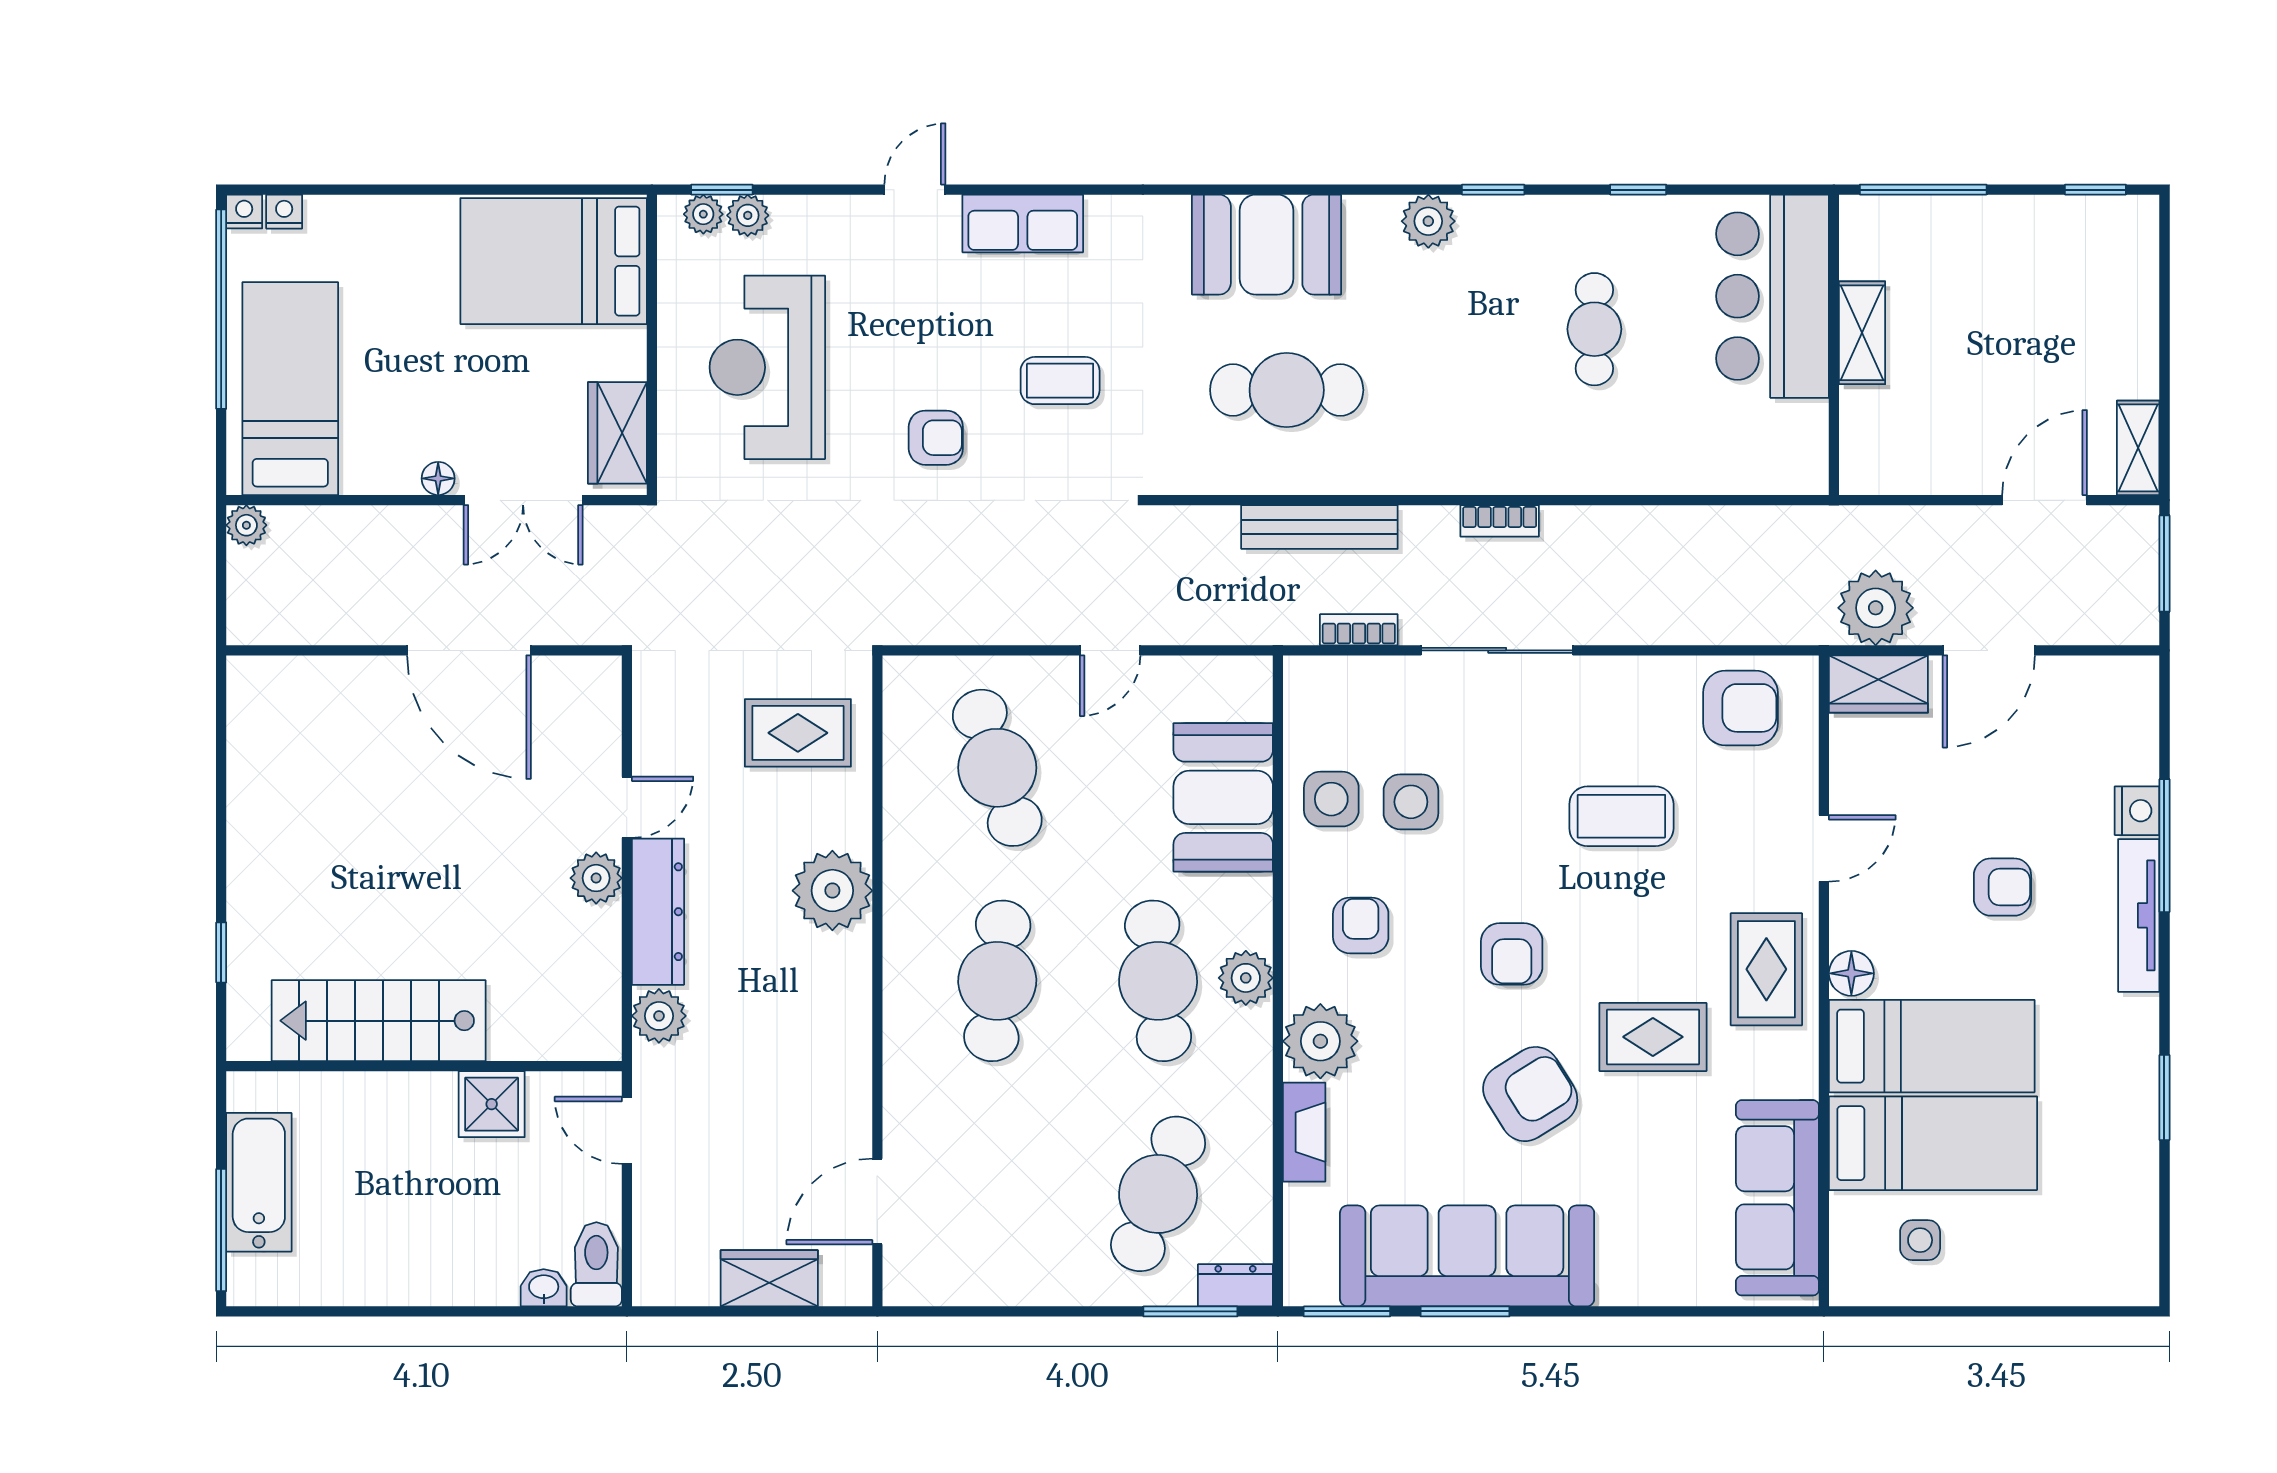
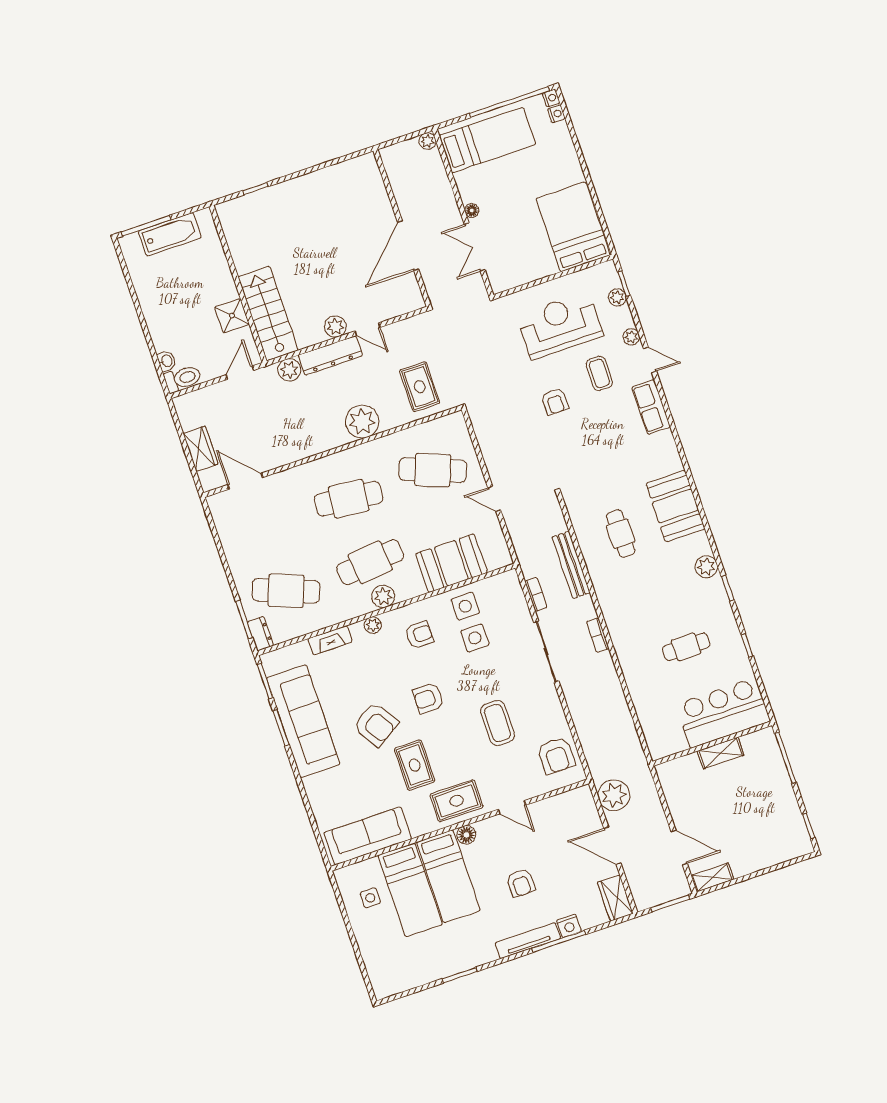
plant: (703, 214) -> (631, 337), moved
coffee table: (1060, 381) -> (599, 373), moved
cafe table: (1287, 390) -> (621, 534), width x0.73, depth x0.74
wardrobe: (617, 433) -> (514, 275), removed
wardrobe: (1878, 684) -> (615, 898), moved
cafe table: (997, 768) -> (433, 470), turned 39
stairs: (379, 1021) -> (268, 314), moved
plant: (1320, 1041) -> (373, 625), width x0.53, depth x0.53

